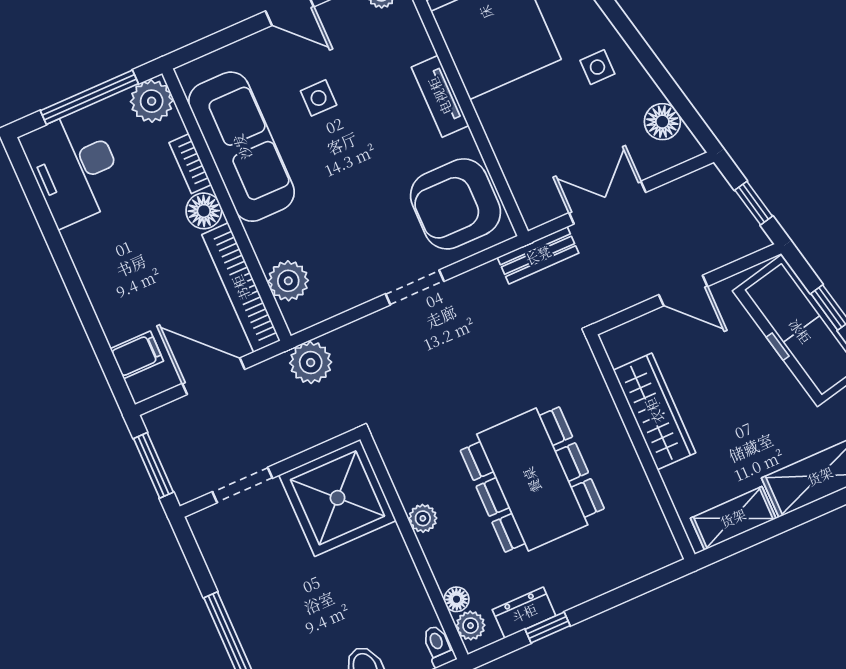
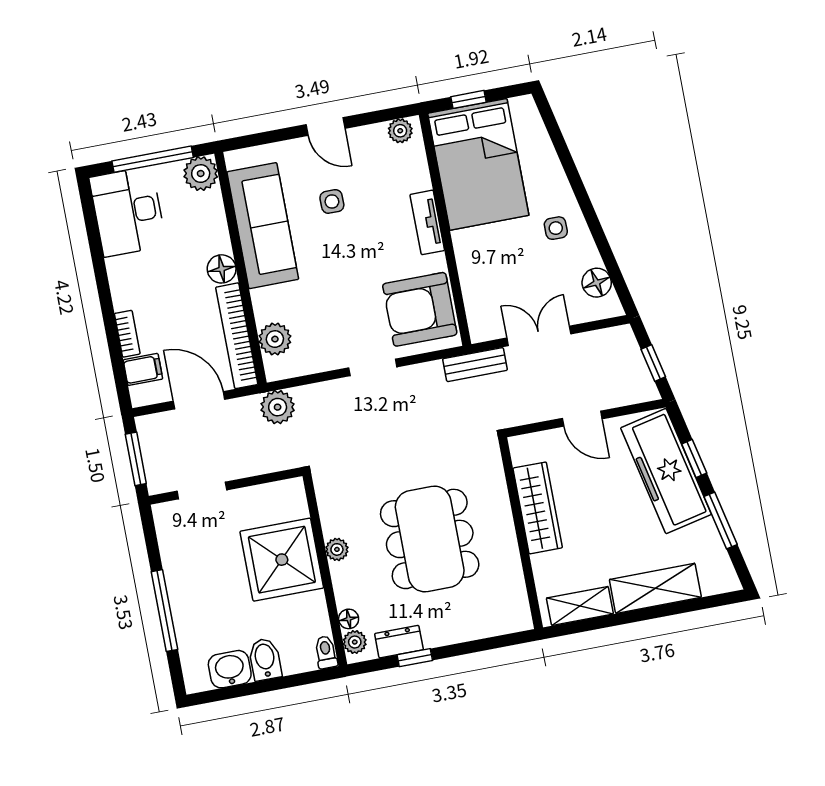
bookcase: (190, 164) -> (127, 334), moved, turned 180
shower: (338, 498) -> (282, 560), moved

